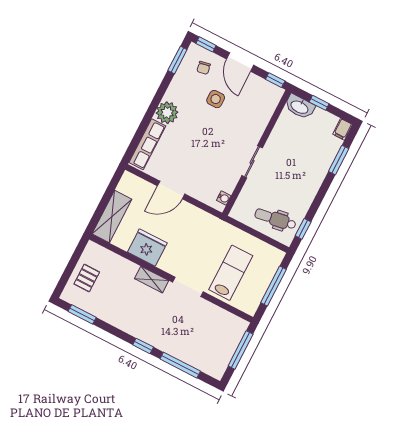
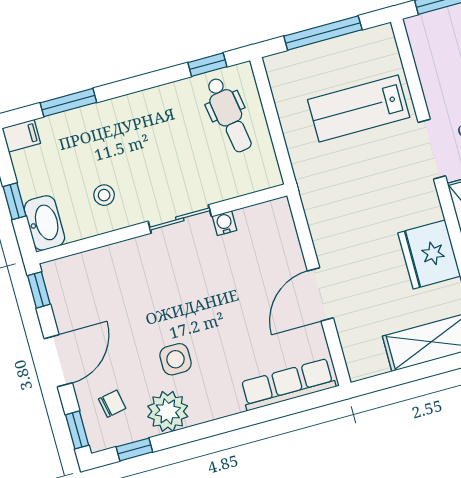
window: (177, 60) -> (134, 449), width x0.67
side table: (216, 99) -> (176, 359), moved
plant: (167, 113) -> (168, 411), moved
stool: (289, 140) -> (104, 195), added
door: (171, 190) -> (320, 294), swing flipped
water cooler: (224, 198) -> (224, 223), moved

